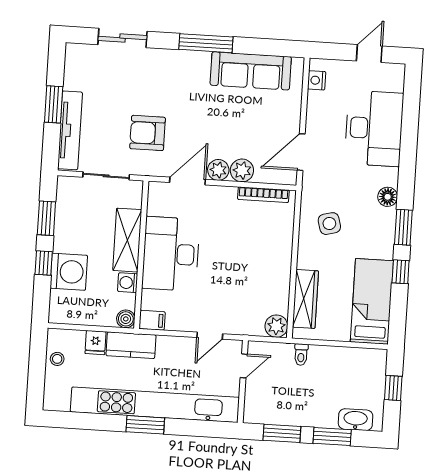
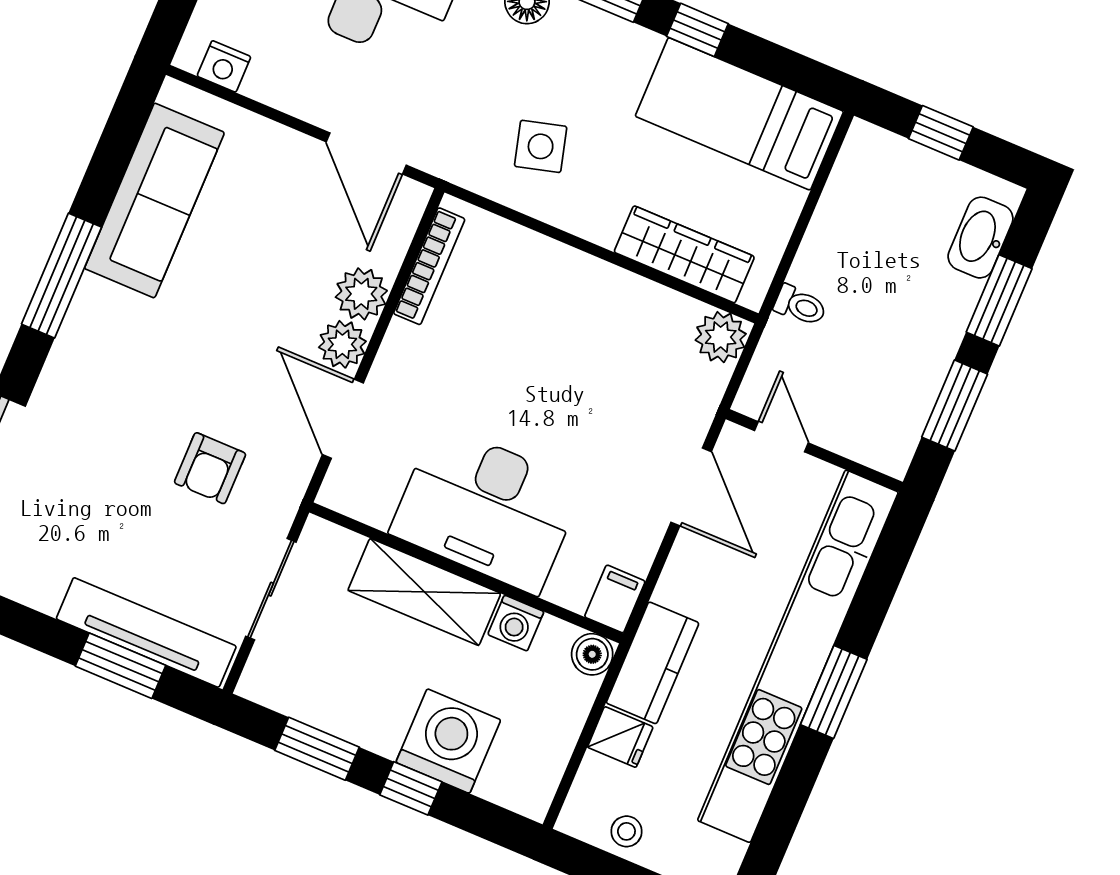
window: (54, 104) -> (120, 666), moved
armchair: (148, 133) -> (210, 468), width x0.72, depth x0.72
door: (210, 336) -> (691, 487), width x1.38

